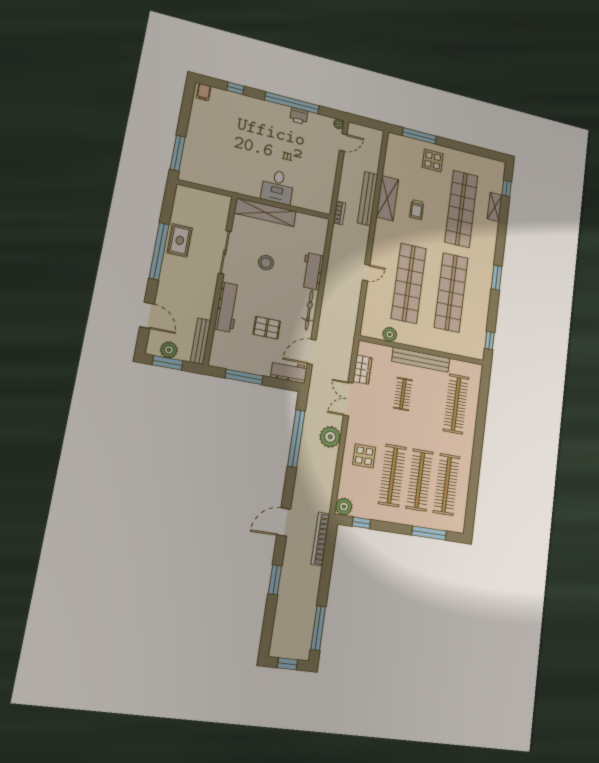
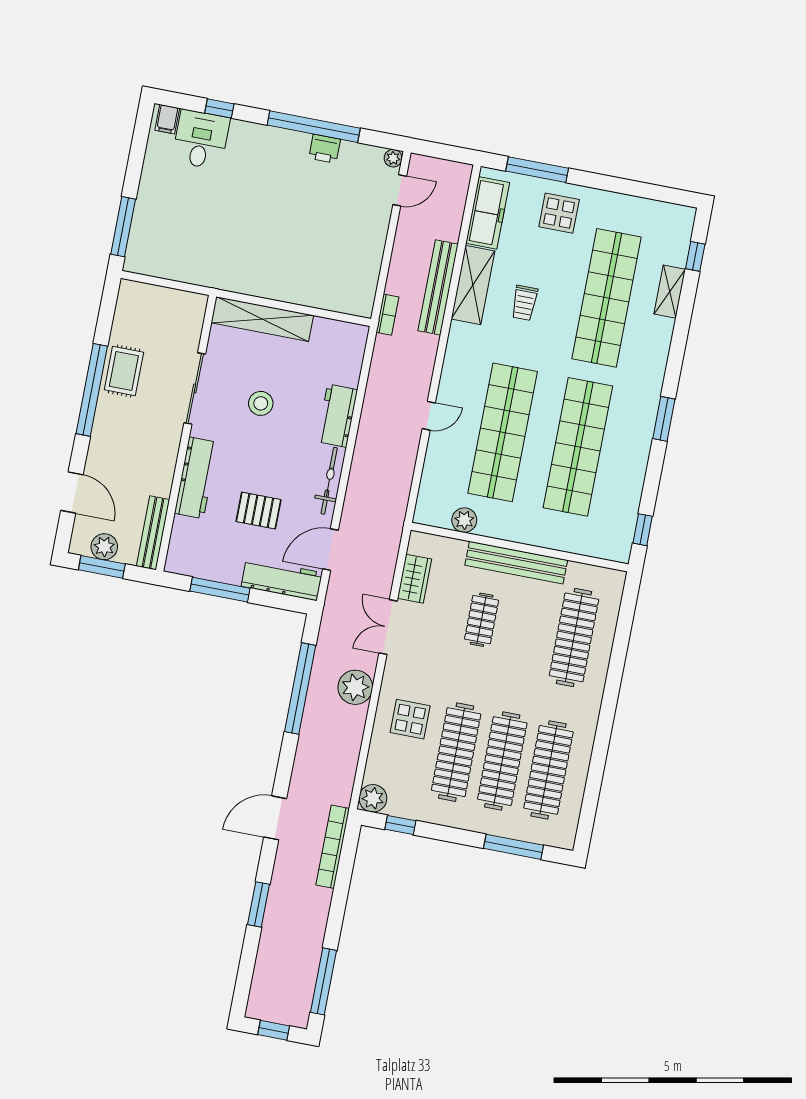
freezer: (393, 158) -> (488, 213), added
desk: (278, 187) -> (201, 140), moved, turned 180
workbench: (289, 372) -> (282, 579), width x1.38

